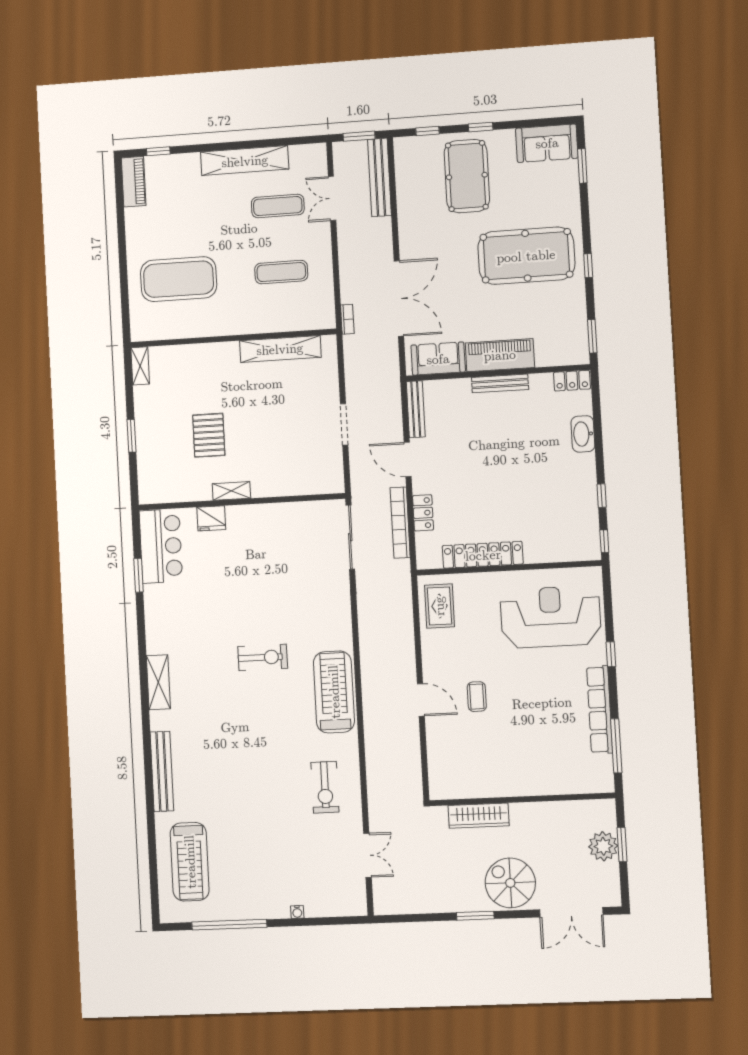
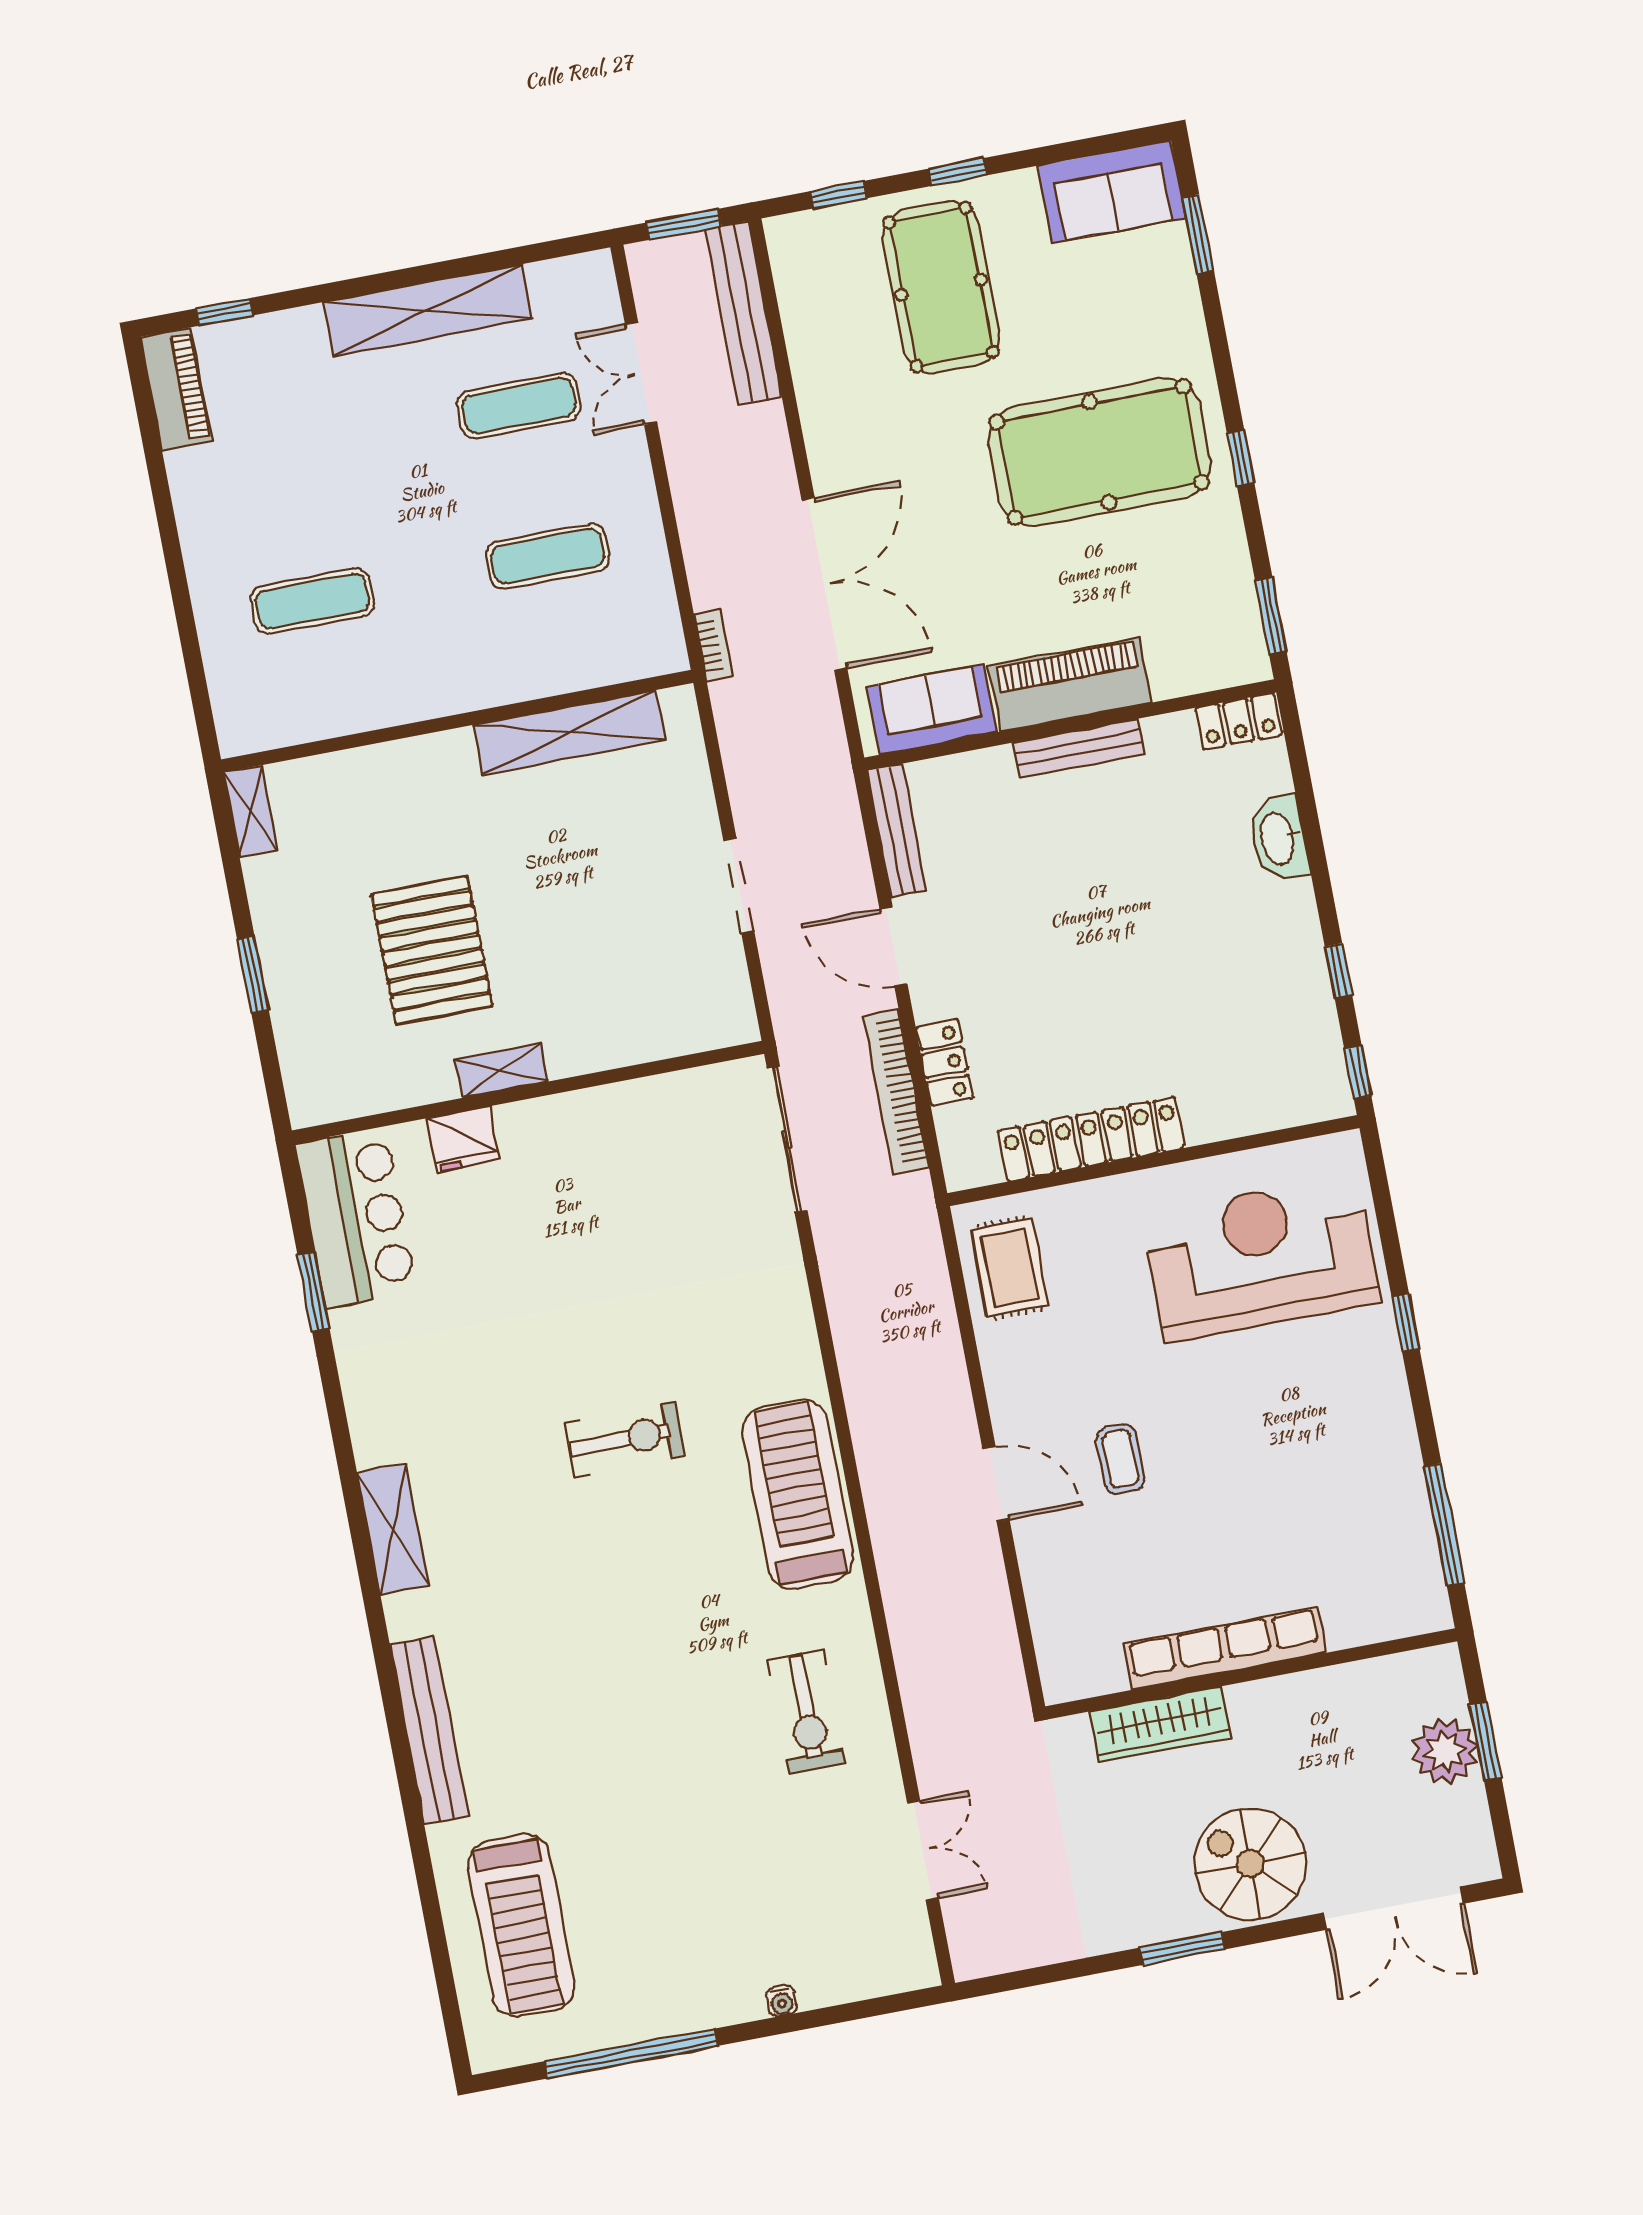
exercise mat: (179, 279) -> (312, 601), width x0.50, depth x0.69
pallet: (209, 435) -> (432, 950), width x1.37, depth x1.41
row of seats: (600, 710) -> (1225, 1648), moved, turned 90

